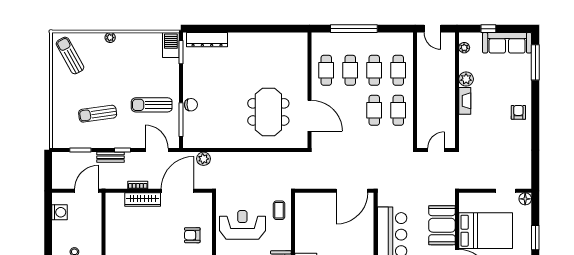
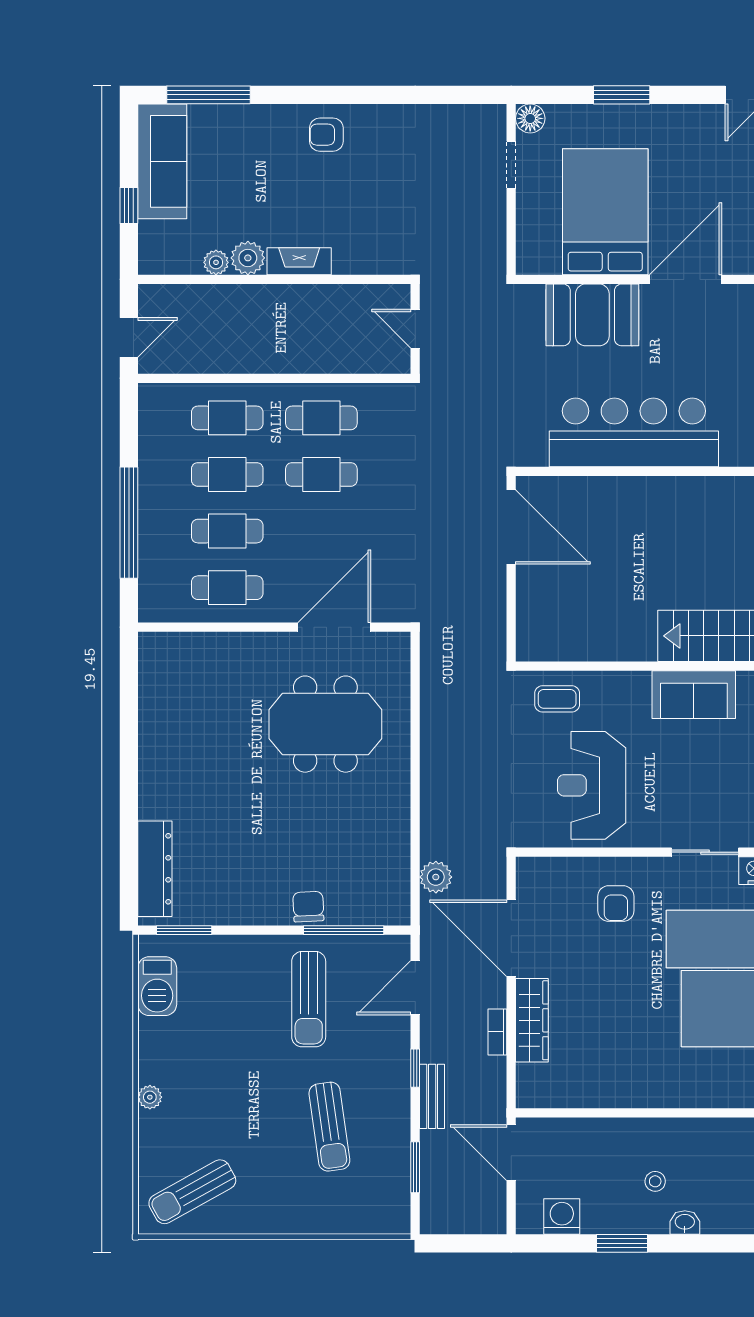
barbecue: (171, 45) -> (157, 986), moved, turned -90
plant: (464, 48) -> (216, 262), moved
window: (48, 238) -> (622, 1243), added

